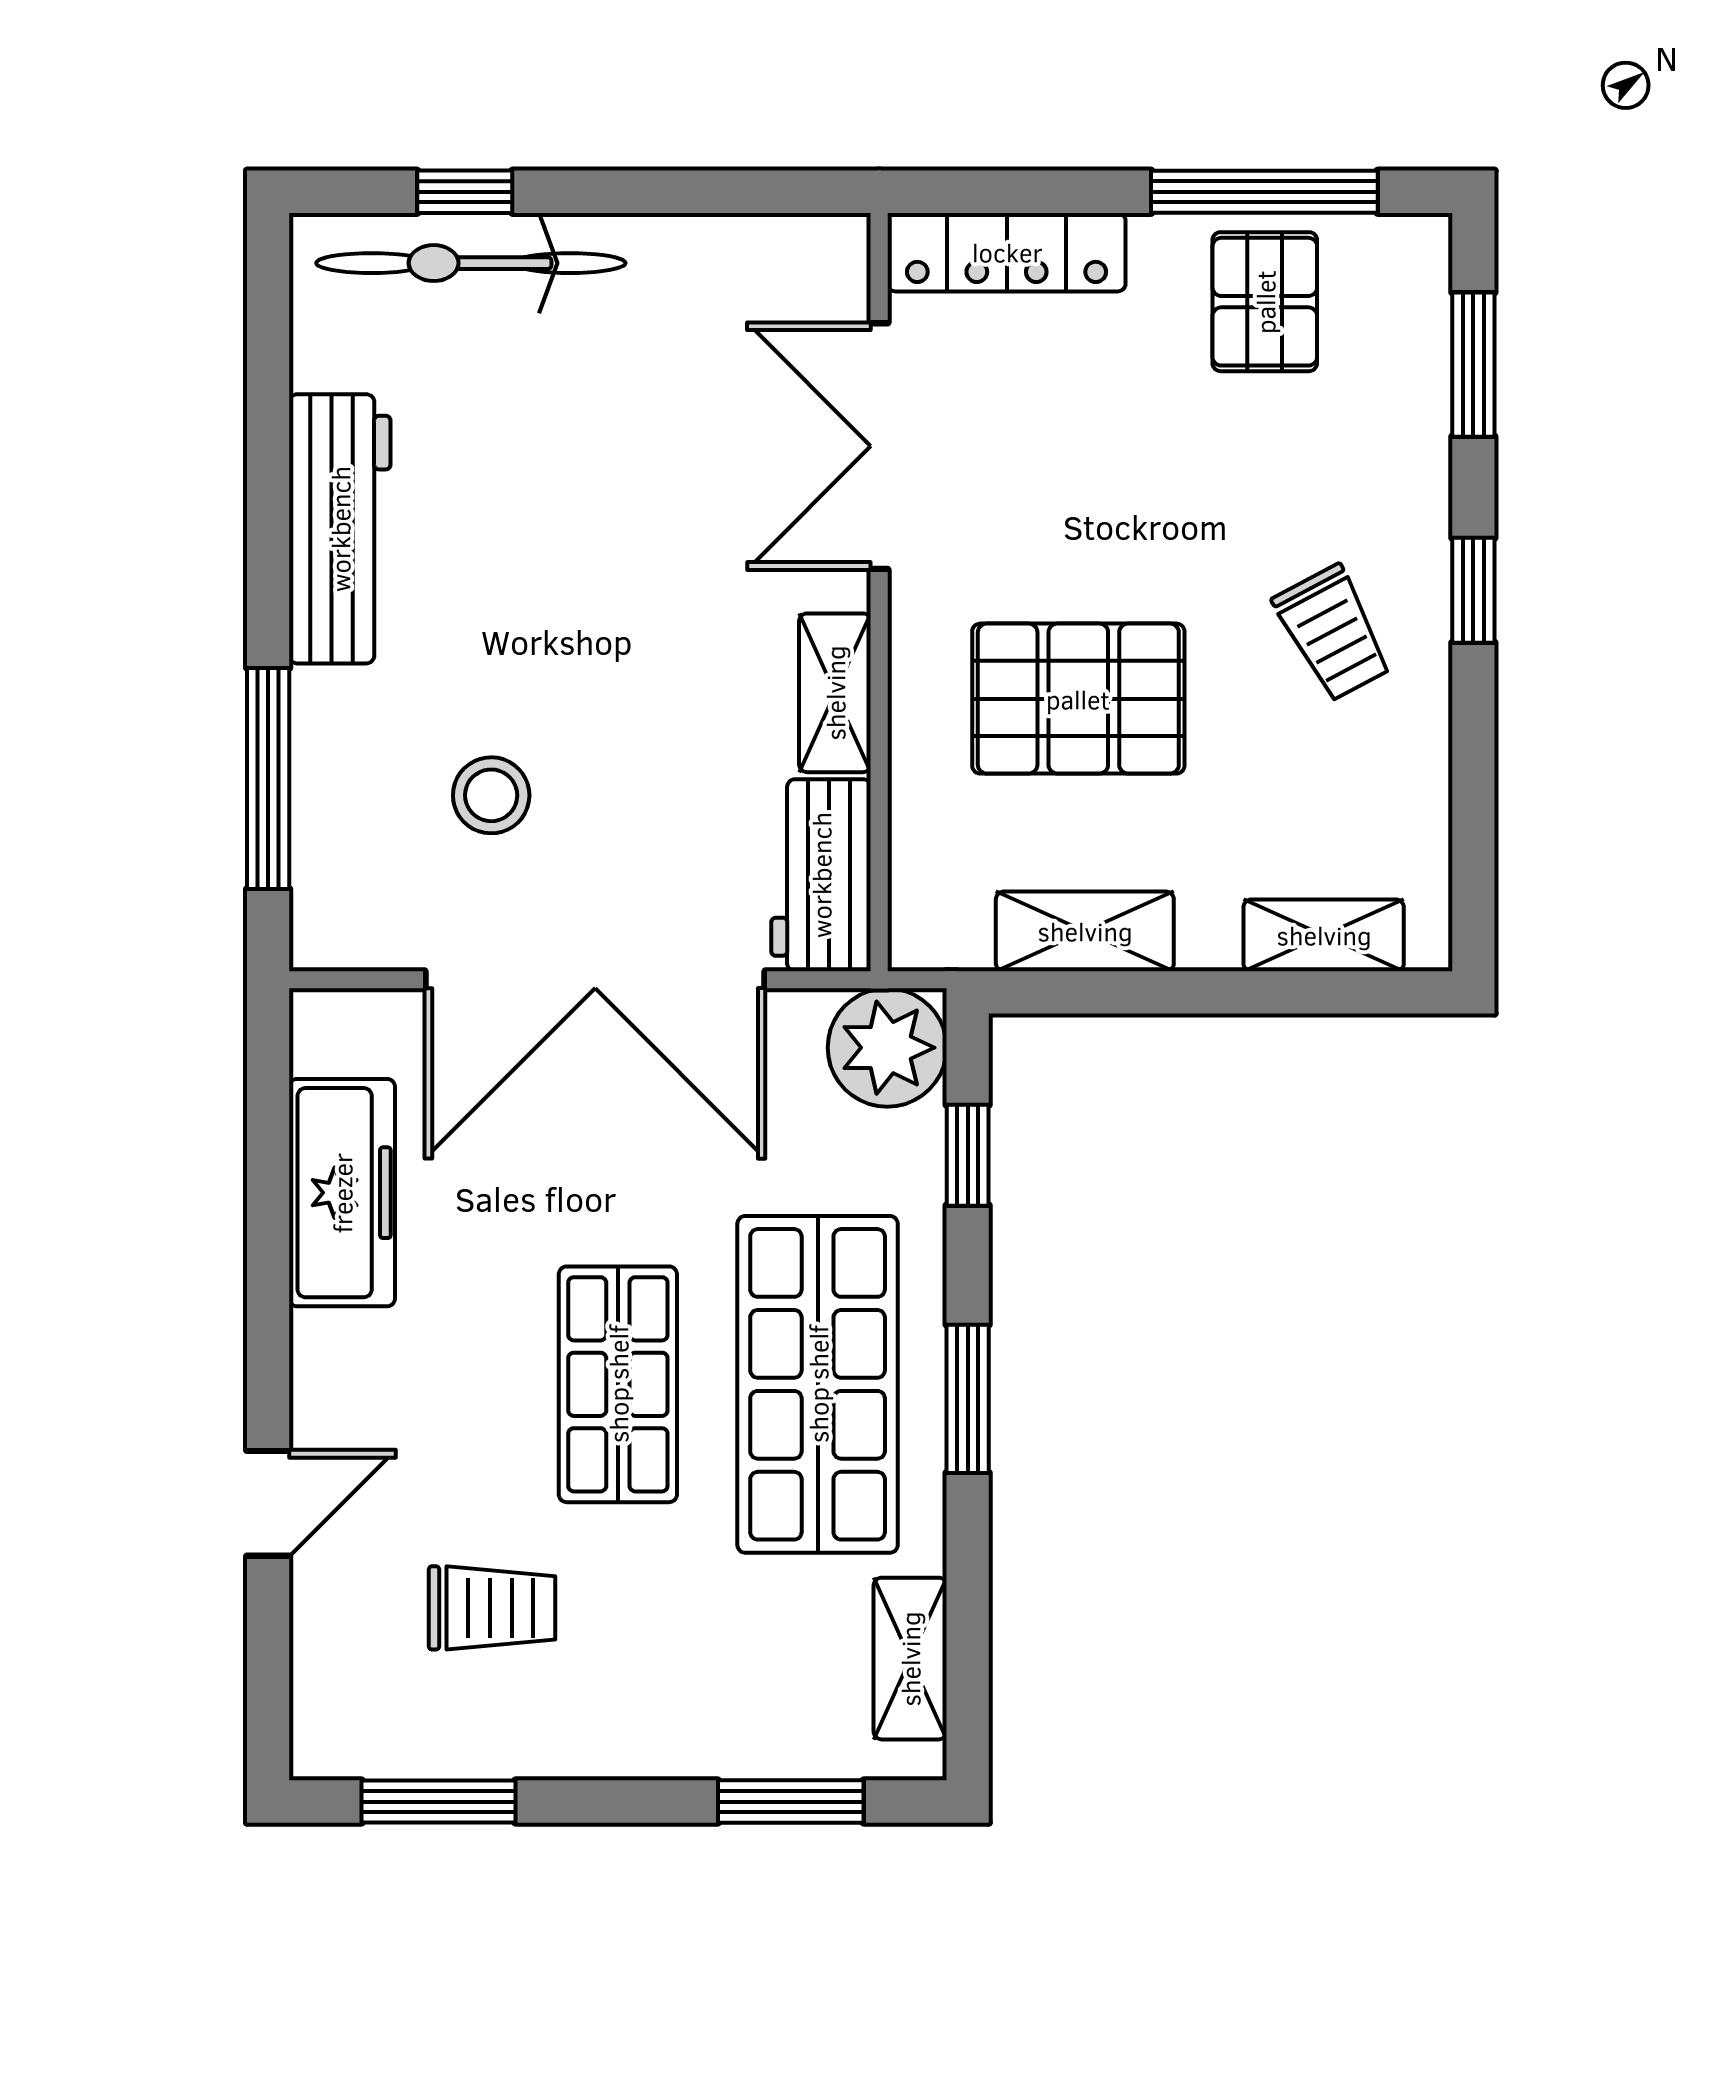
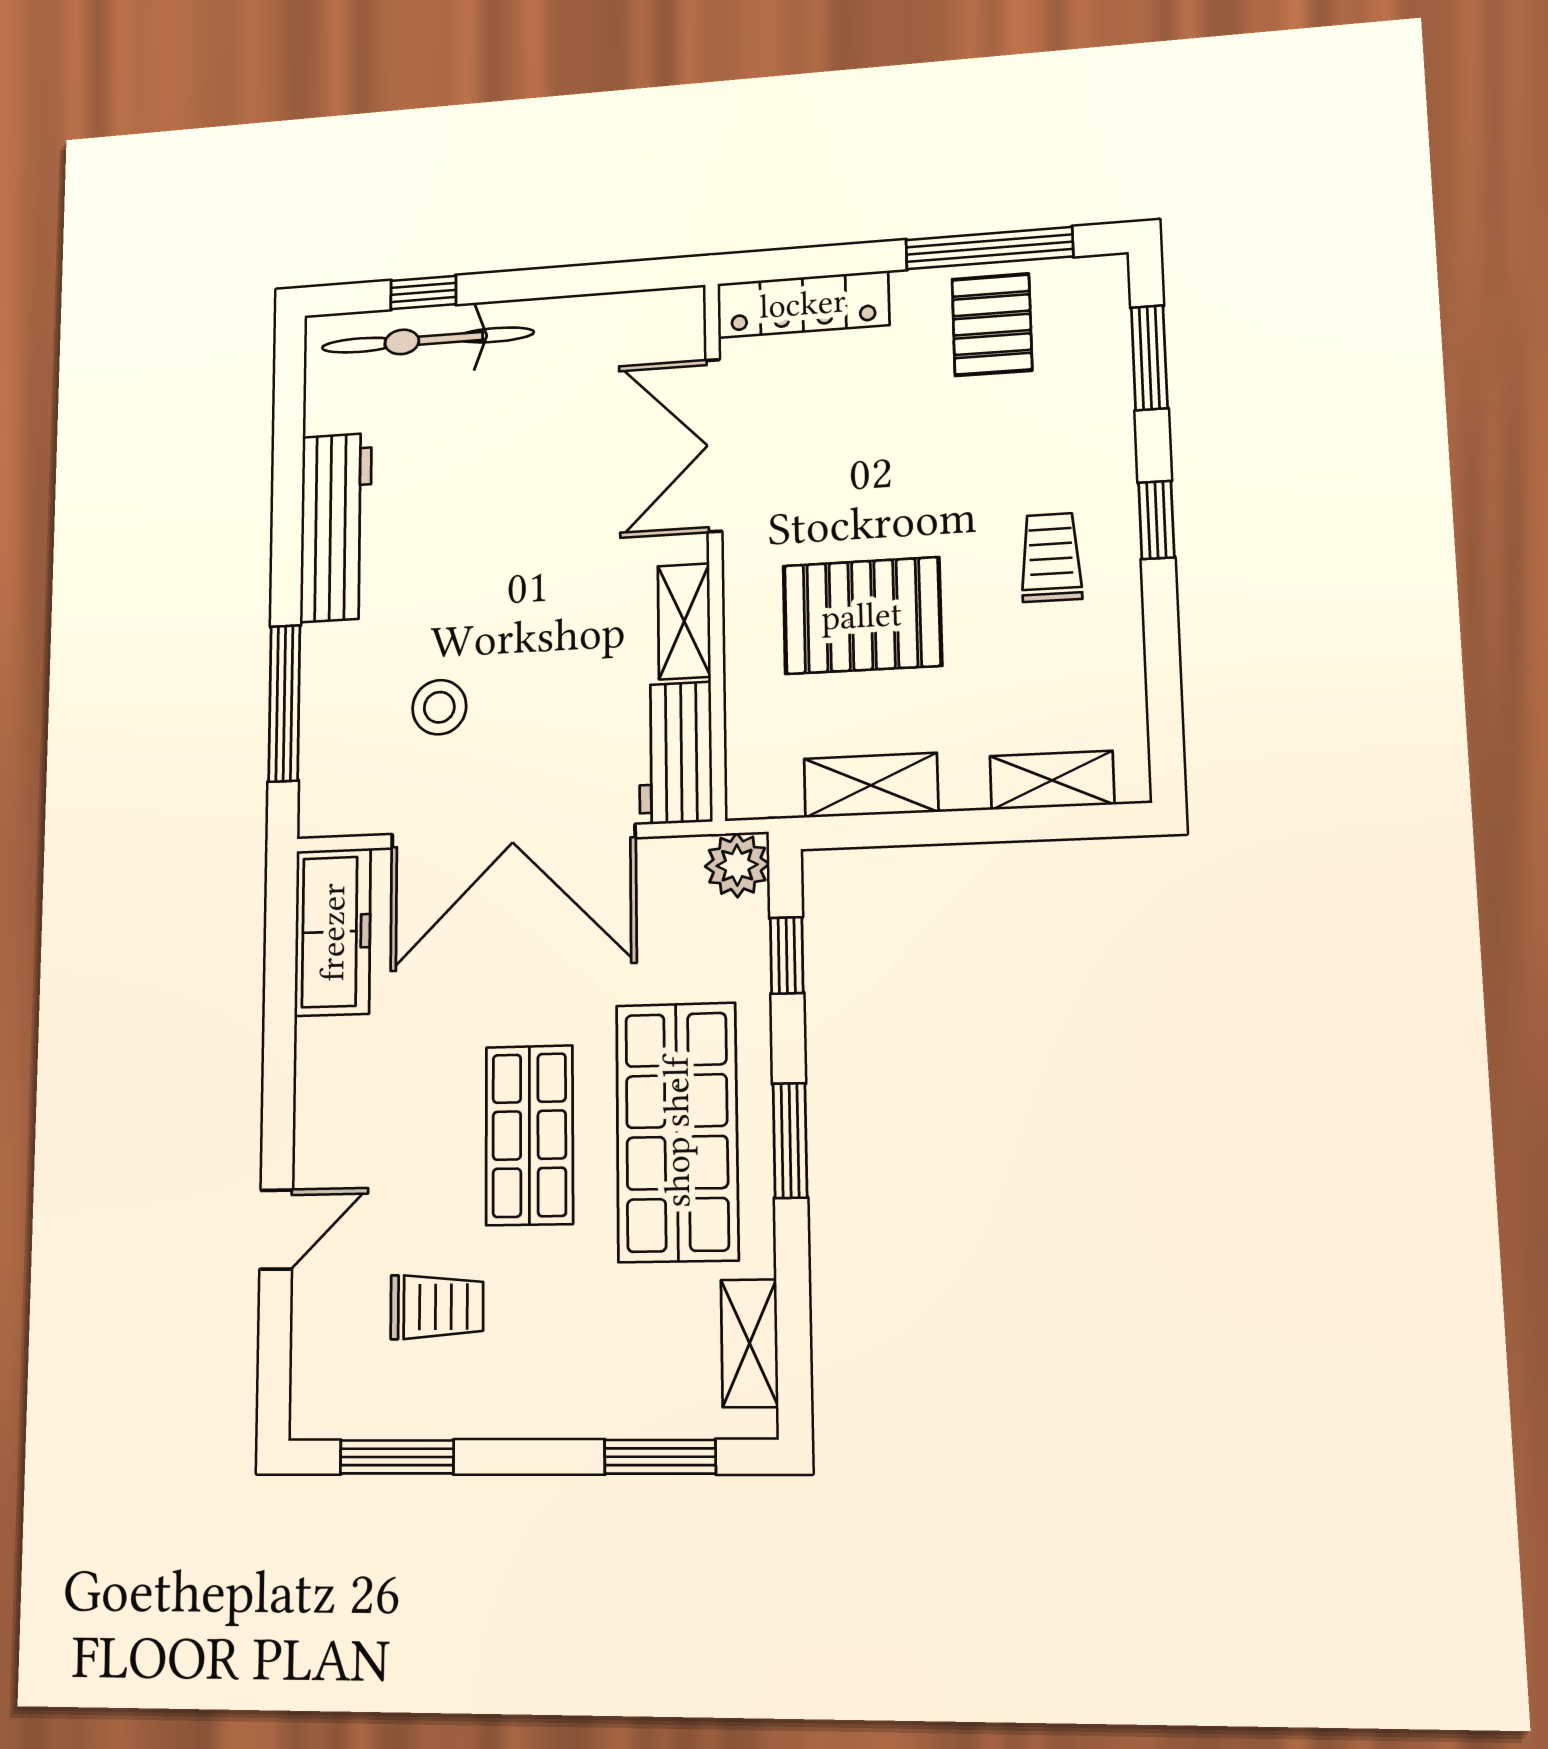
trolley: (1333, 633) -> (1051, 557), turned -152
plant: (887, 1048) -> (737, 865), width x0.73, depth x0.73
freezer: (342, 1193) -> (333, 932), moved

